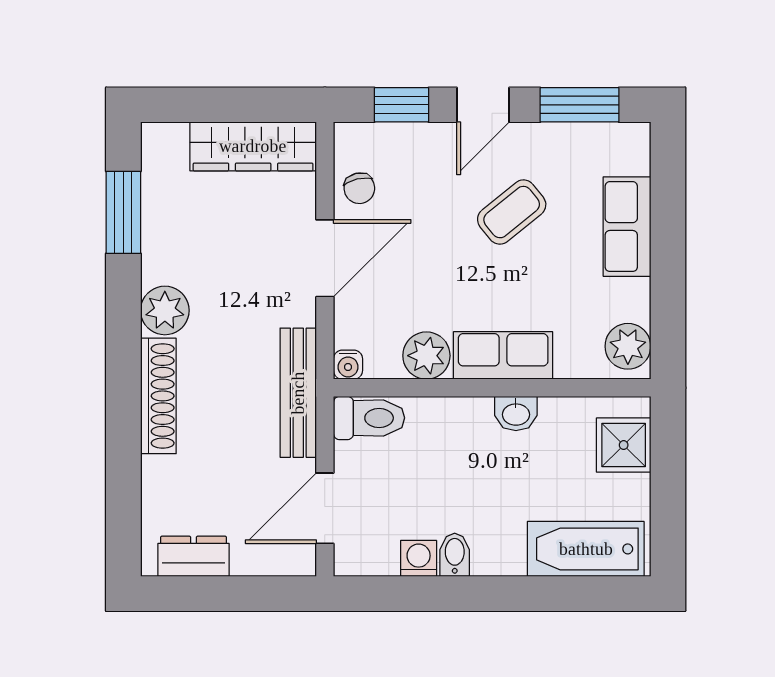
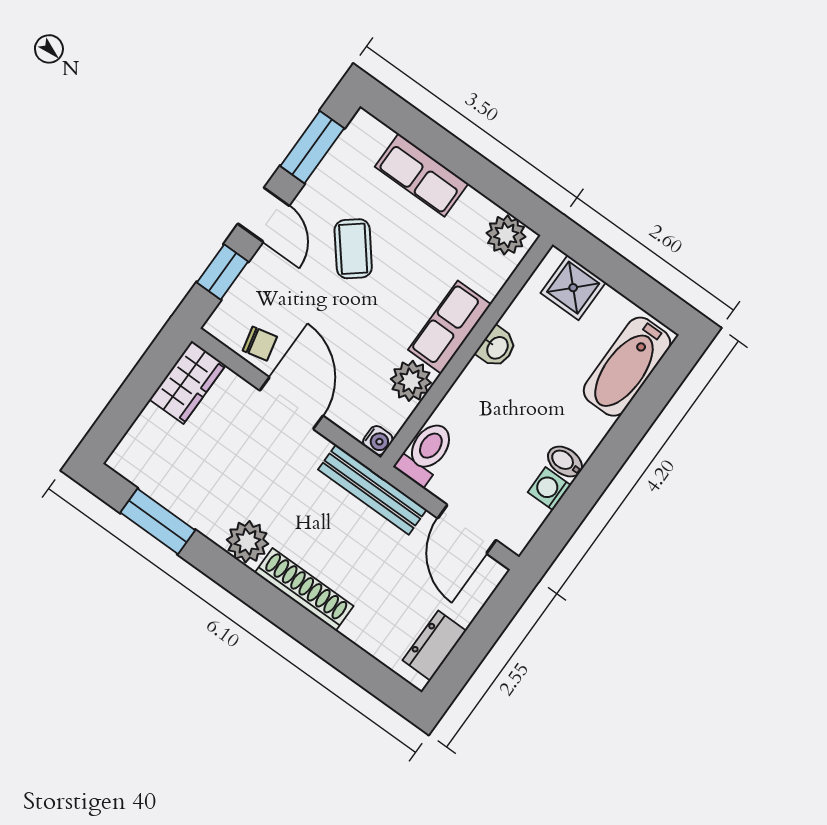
wardrobe: (253, 146) -> (187, 382), width x0.67

